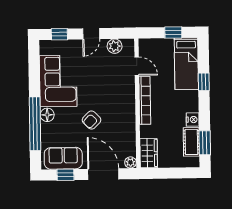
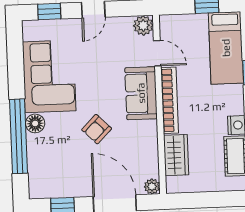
plant: (115, 46) -> (143, 25), moved
wardrobe: (149, 153) -> (176, 155), moved
sofa: (63, 158) -> (141, 93), moved, turned -90

